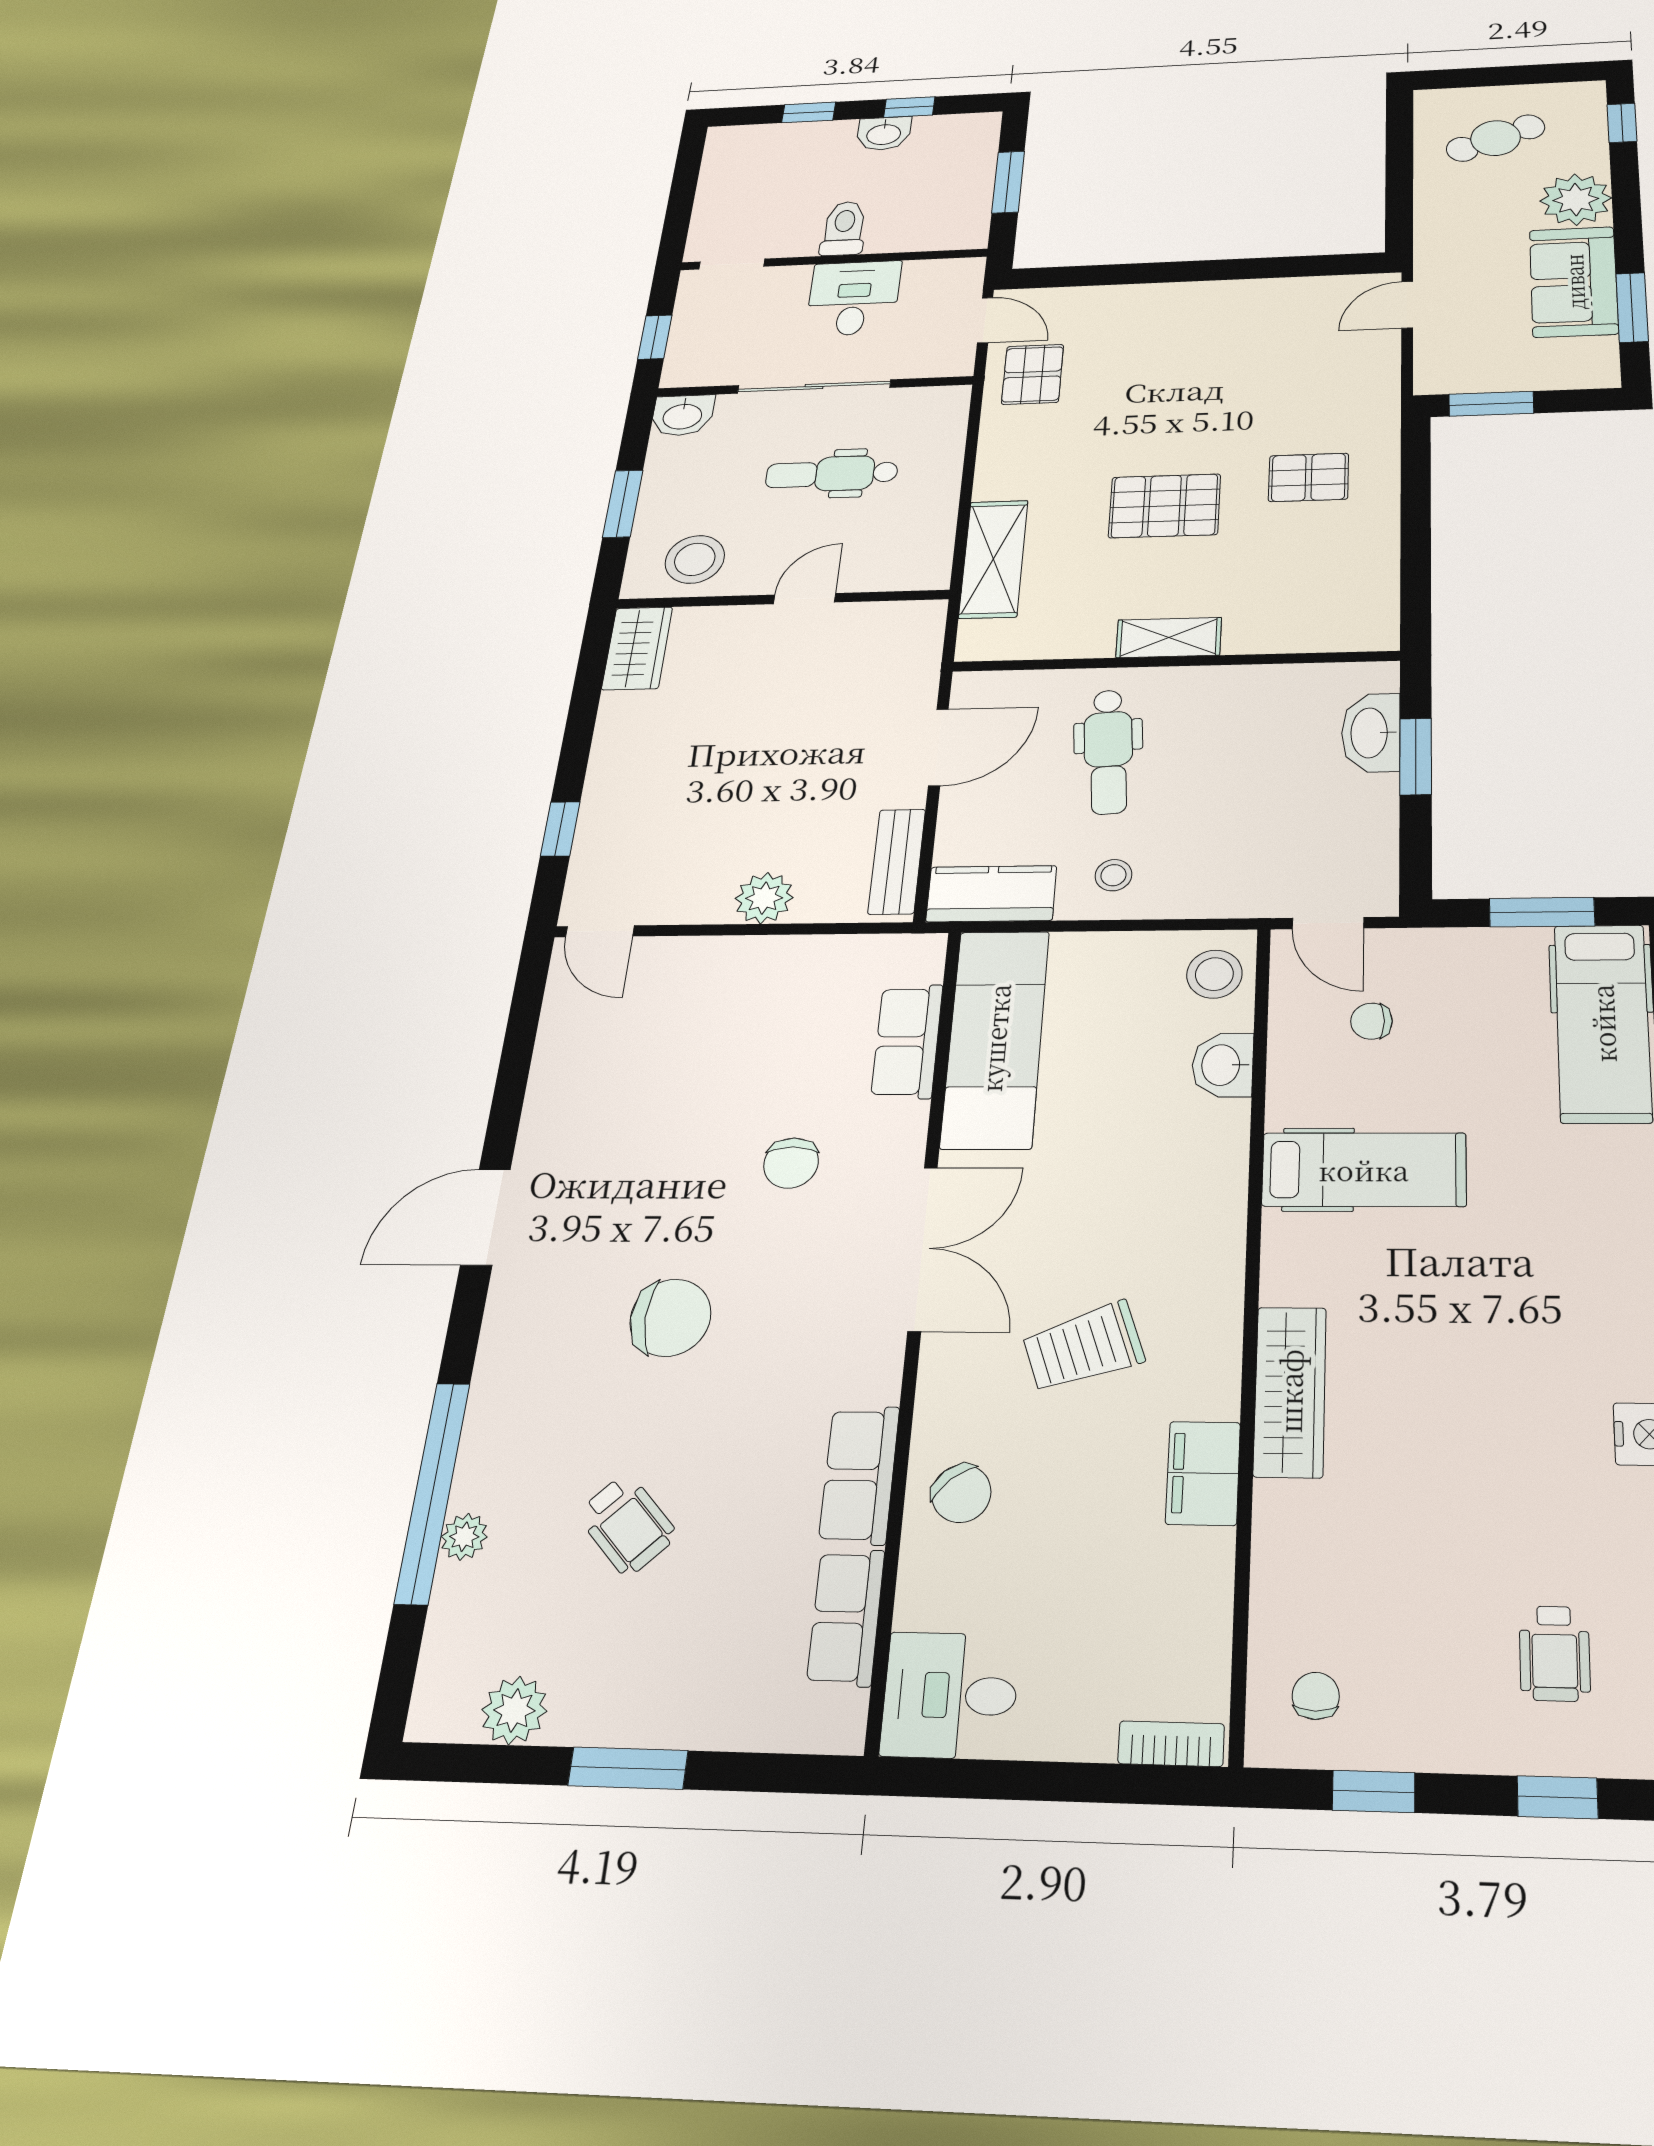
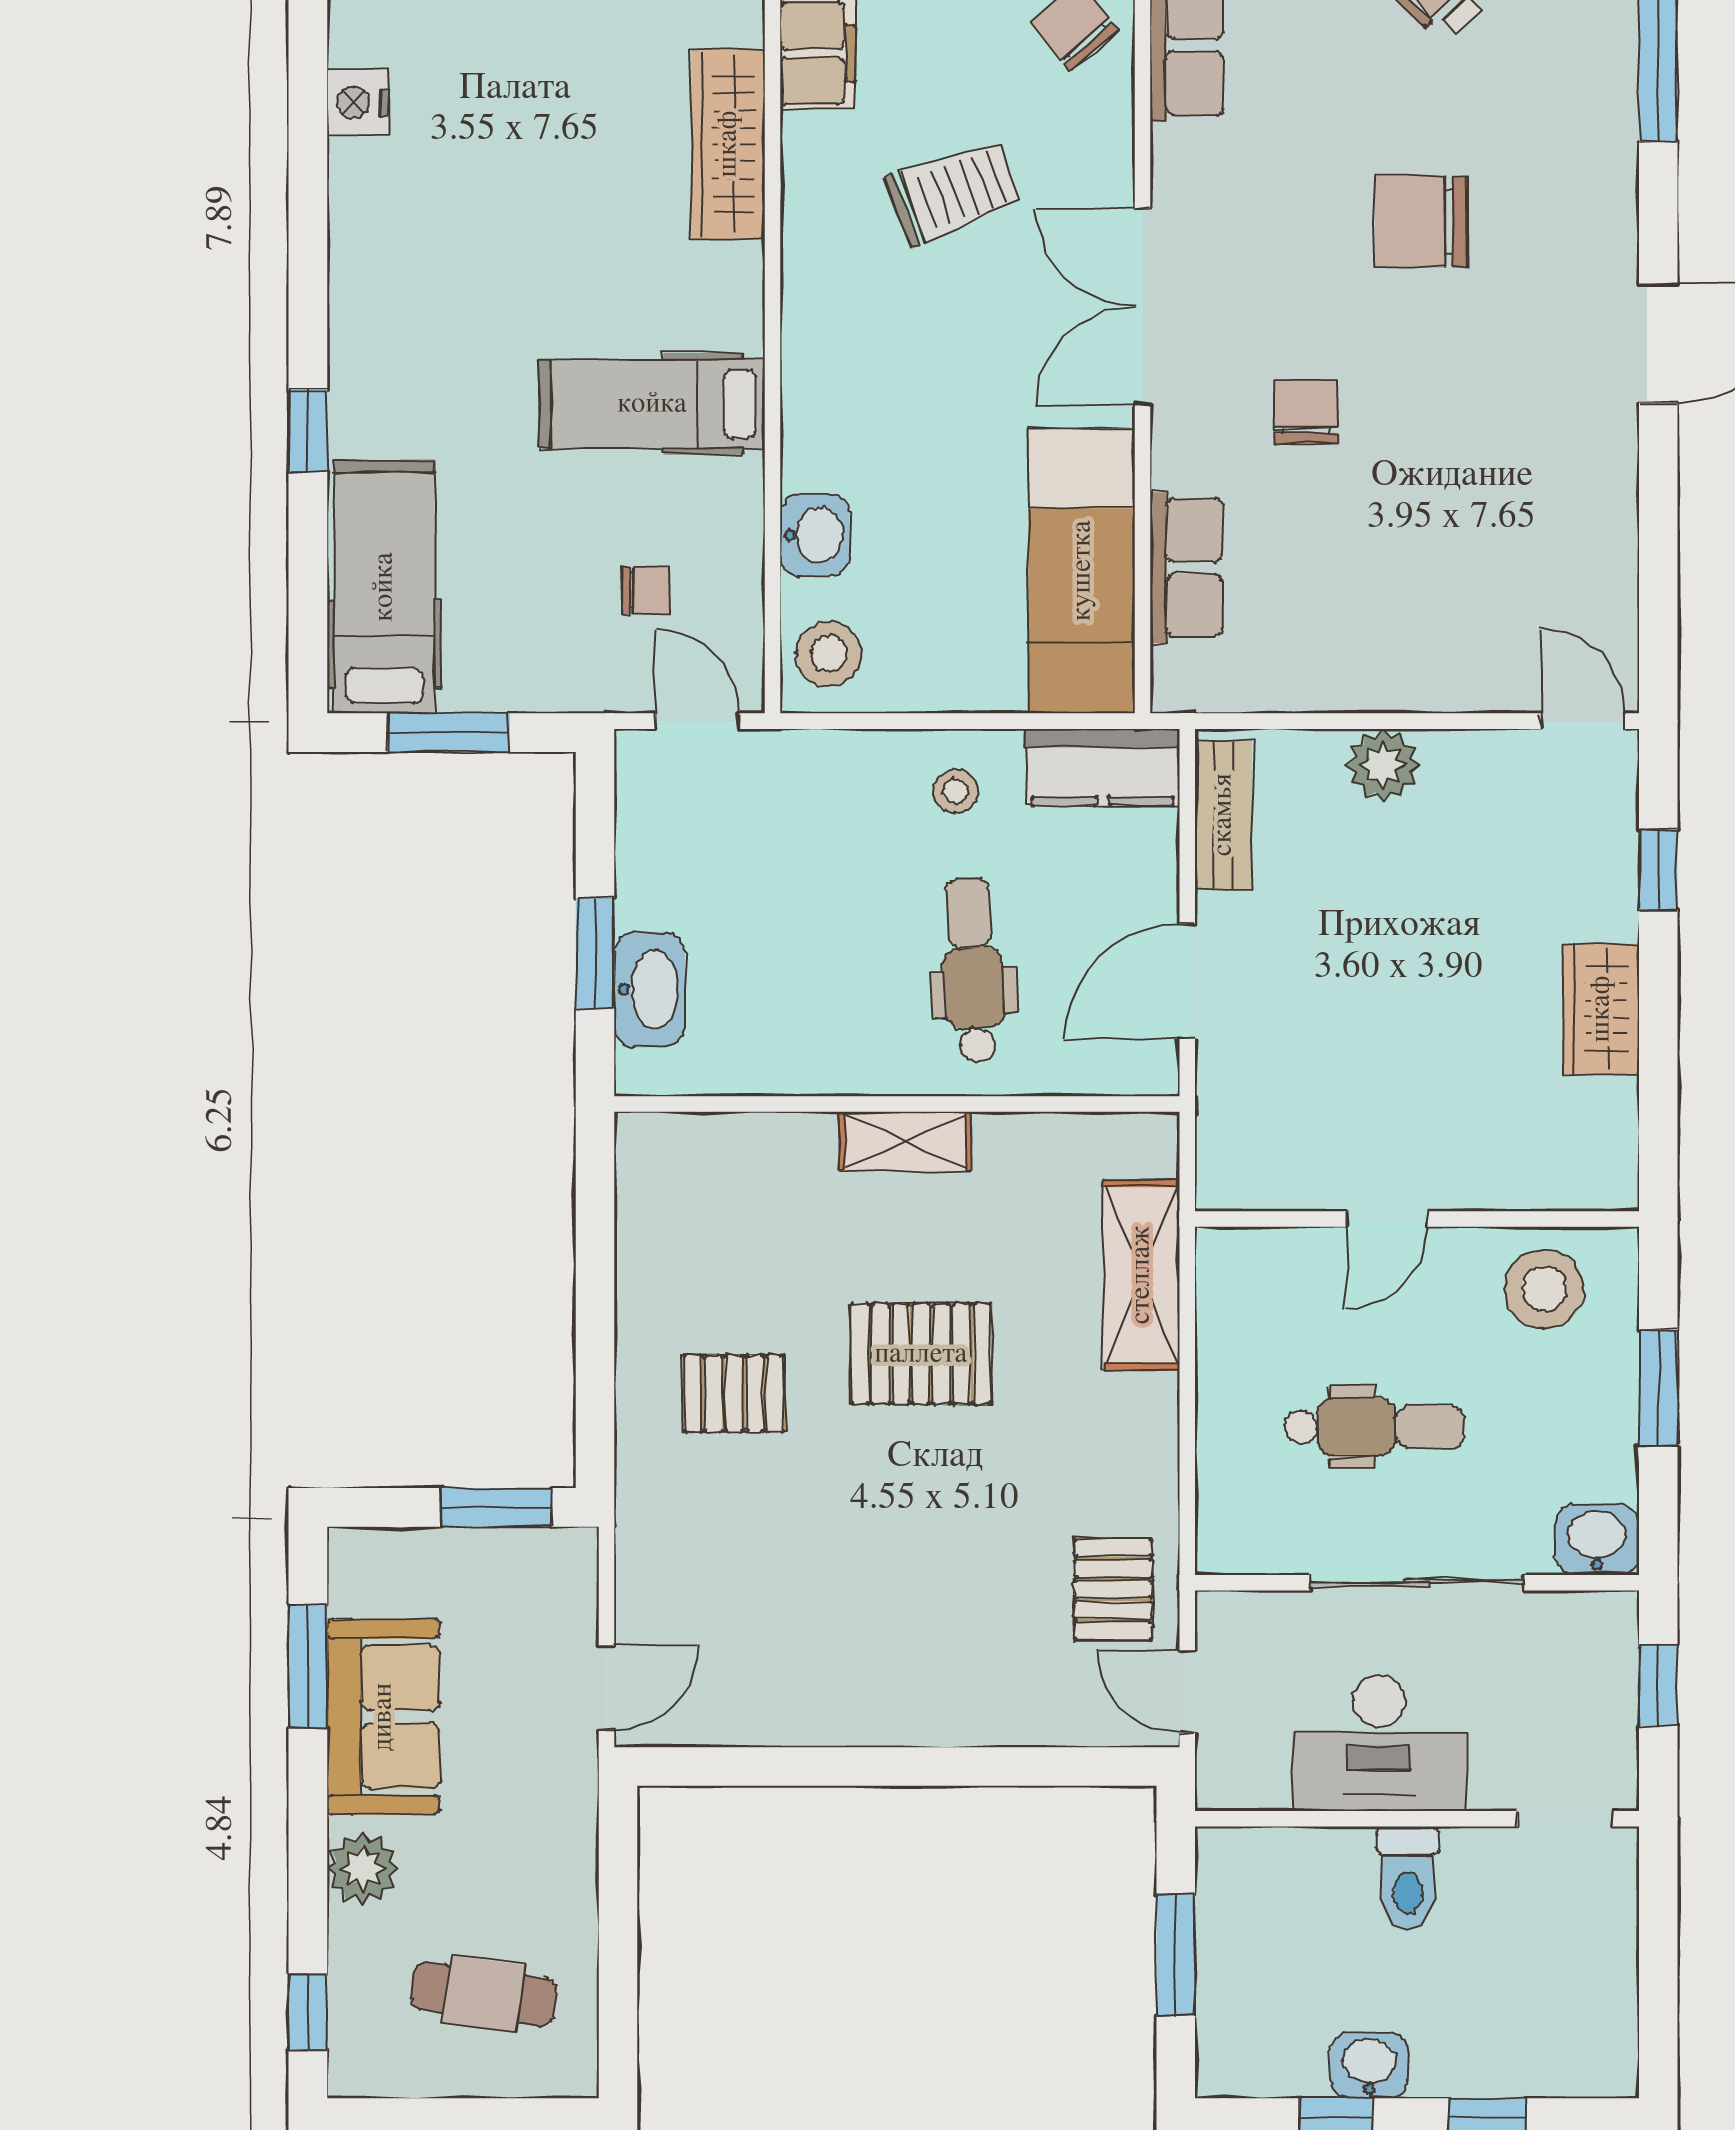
cafe table: (1496, 138) -> (484, 1994), turned 30
plant: (1576, 200) -> (363, 1869), width x0.73, depth x0.73
desk: (853, 298) -> (1379, 1743), width x1.37
wardrobe: (637, 648) -> (1601, 1009), moved

